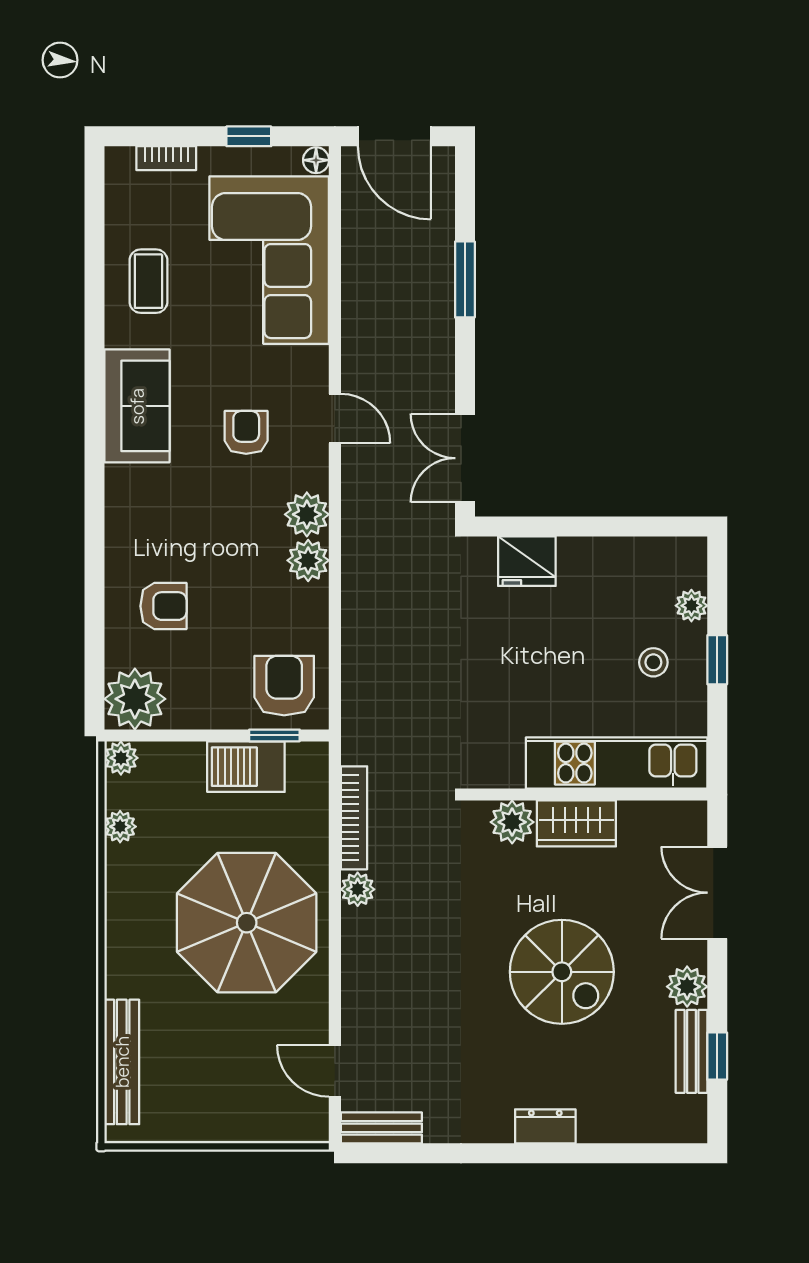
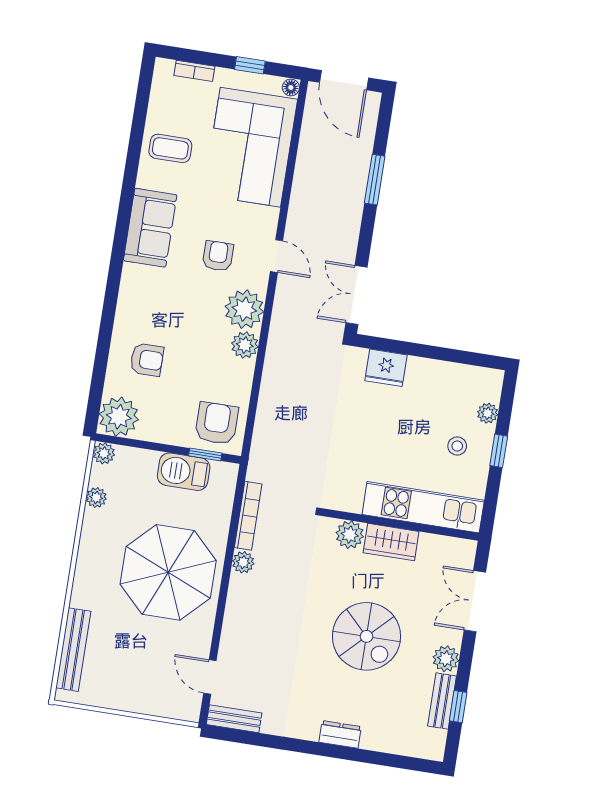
coffee table: (148, 281) -> (170, 148), turned 90
plant: (307, 514) -> (244, 309), width x1.36, depth x1.36

